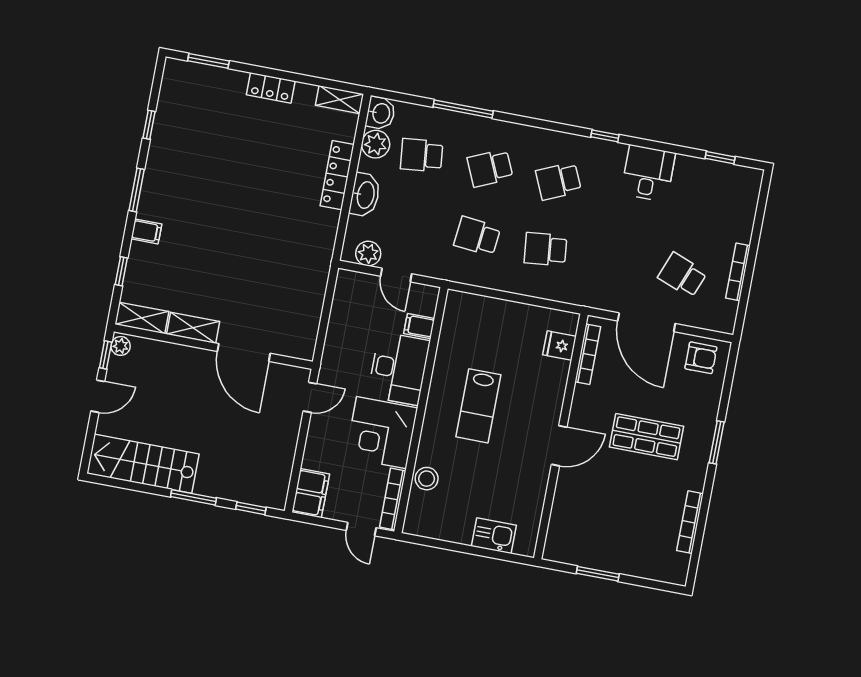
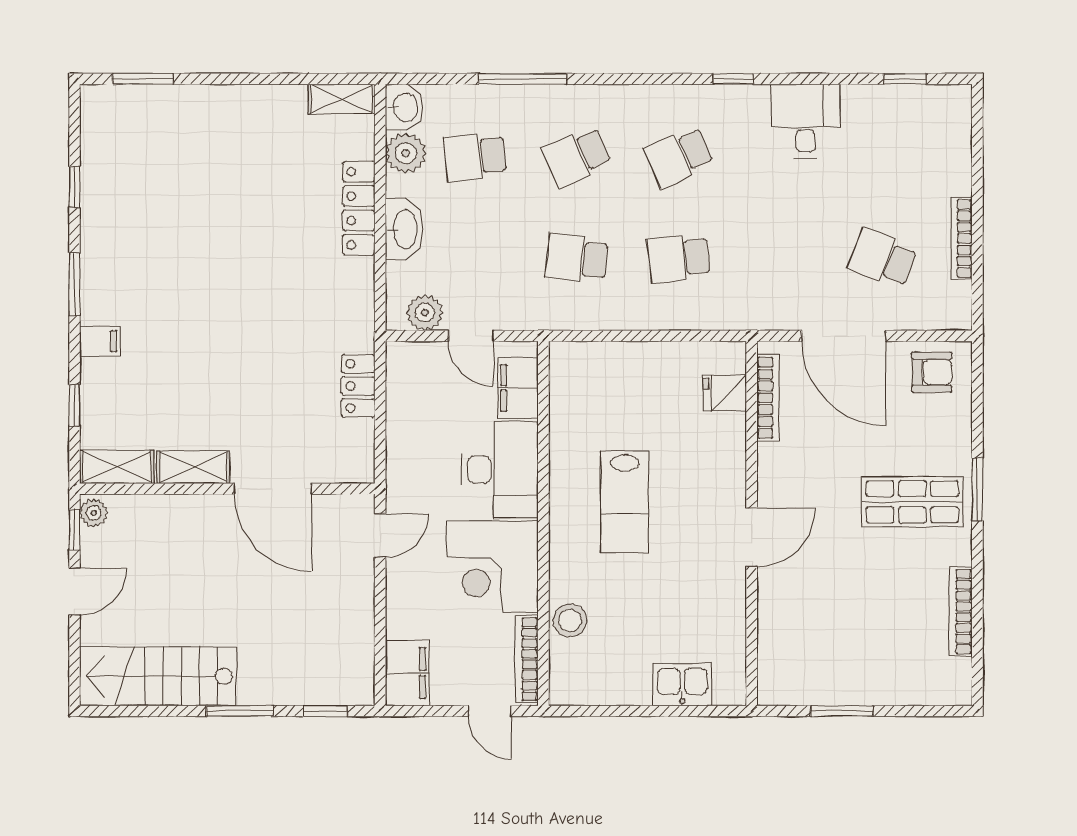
locker: (271, 88) -> (358, 386), moved, turned 90
filing cabinet: (419, 326) -> (518, 388), width x2.00
shop shelf: (646, 437) -> (912, 502), moved

